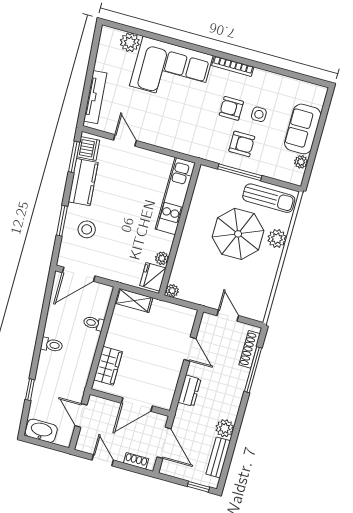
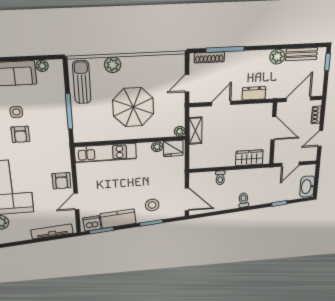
armchair: (242, 144) -> (61, 181), moved, turned 180
parasol: (238, 234) -> (133, 107), moved
shelving: (134, 300) -> (195, 131), moved

